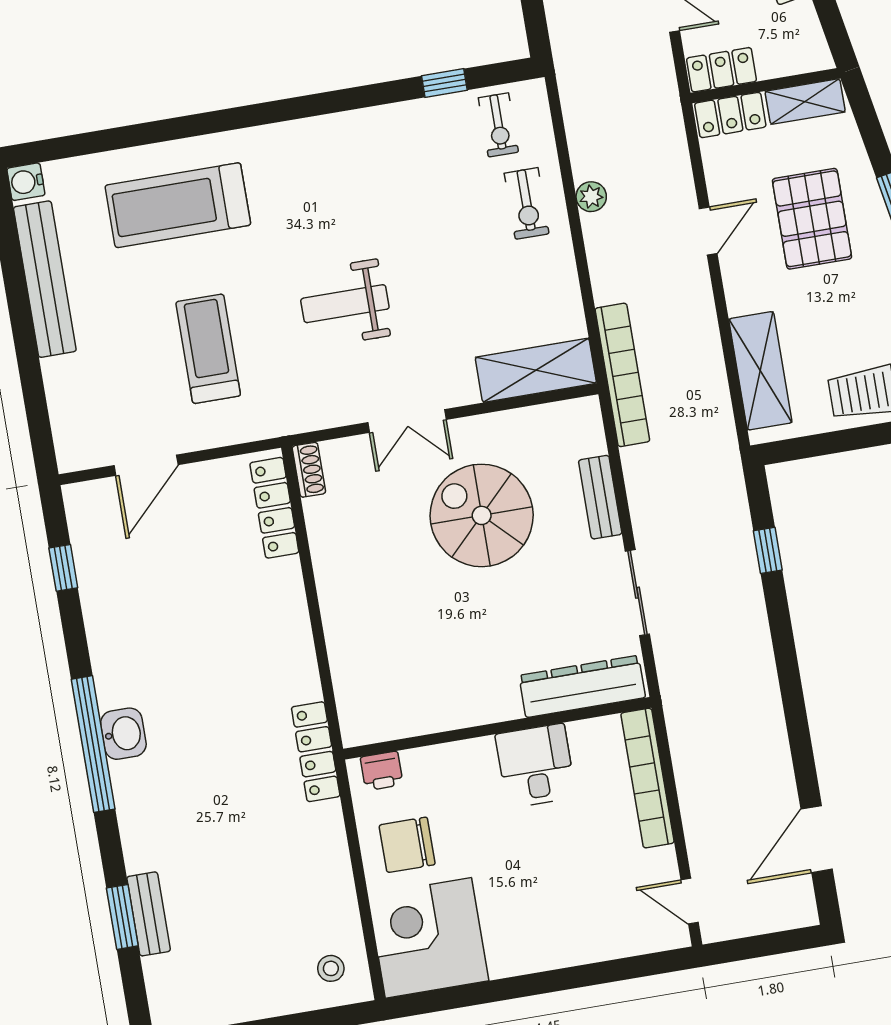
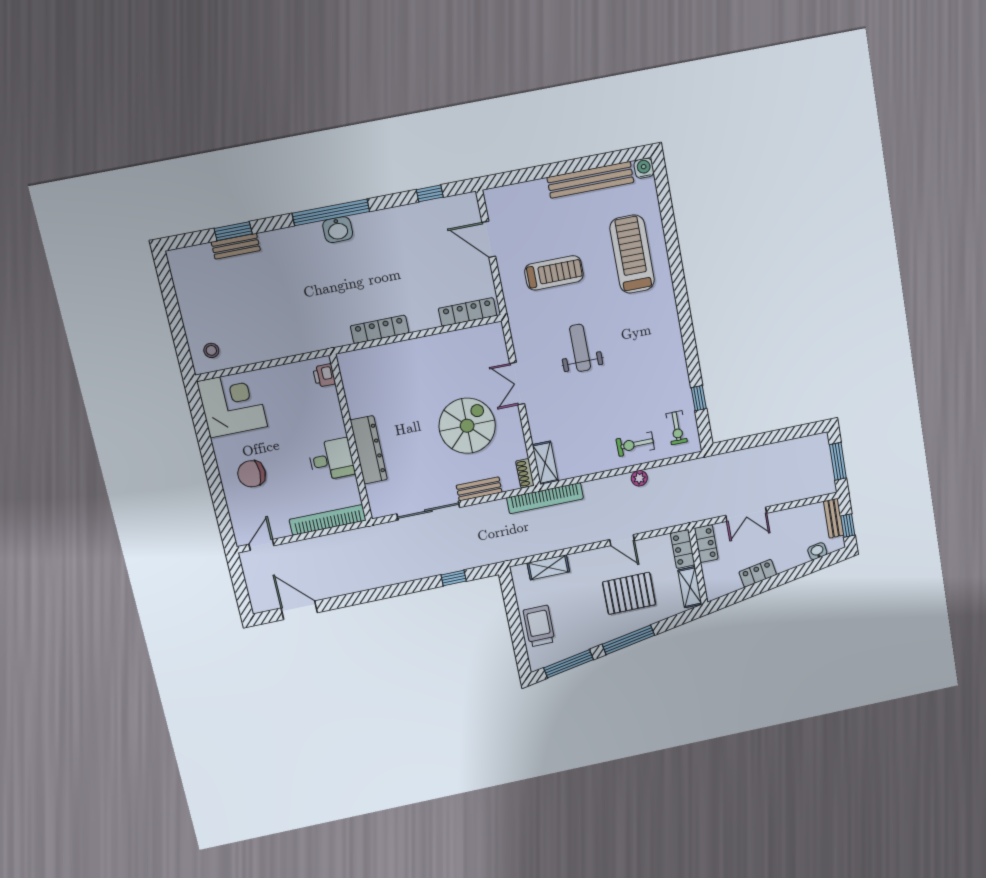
exercise bike: (498, 125) -> (677, 428), turned -90
shelving: (536, 370) -> (545, 463), width x0.67, depth x0.75
shelving: (760, 371) -> (548, 567), width x0.67, depth x0.75
shoe rack: (309, 470) -> (525, 473), moved, turned 90
sliding door: (637, 593) -> (428, 511), width x1.37
dresser: (582, 686) -> (369, 450), moved
locker: (316, 752) -> (380, 329), moved
chair: (407, 845) -> (252, 474), moved, turned -90

